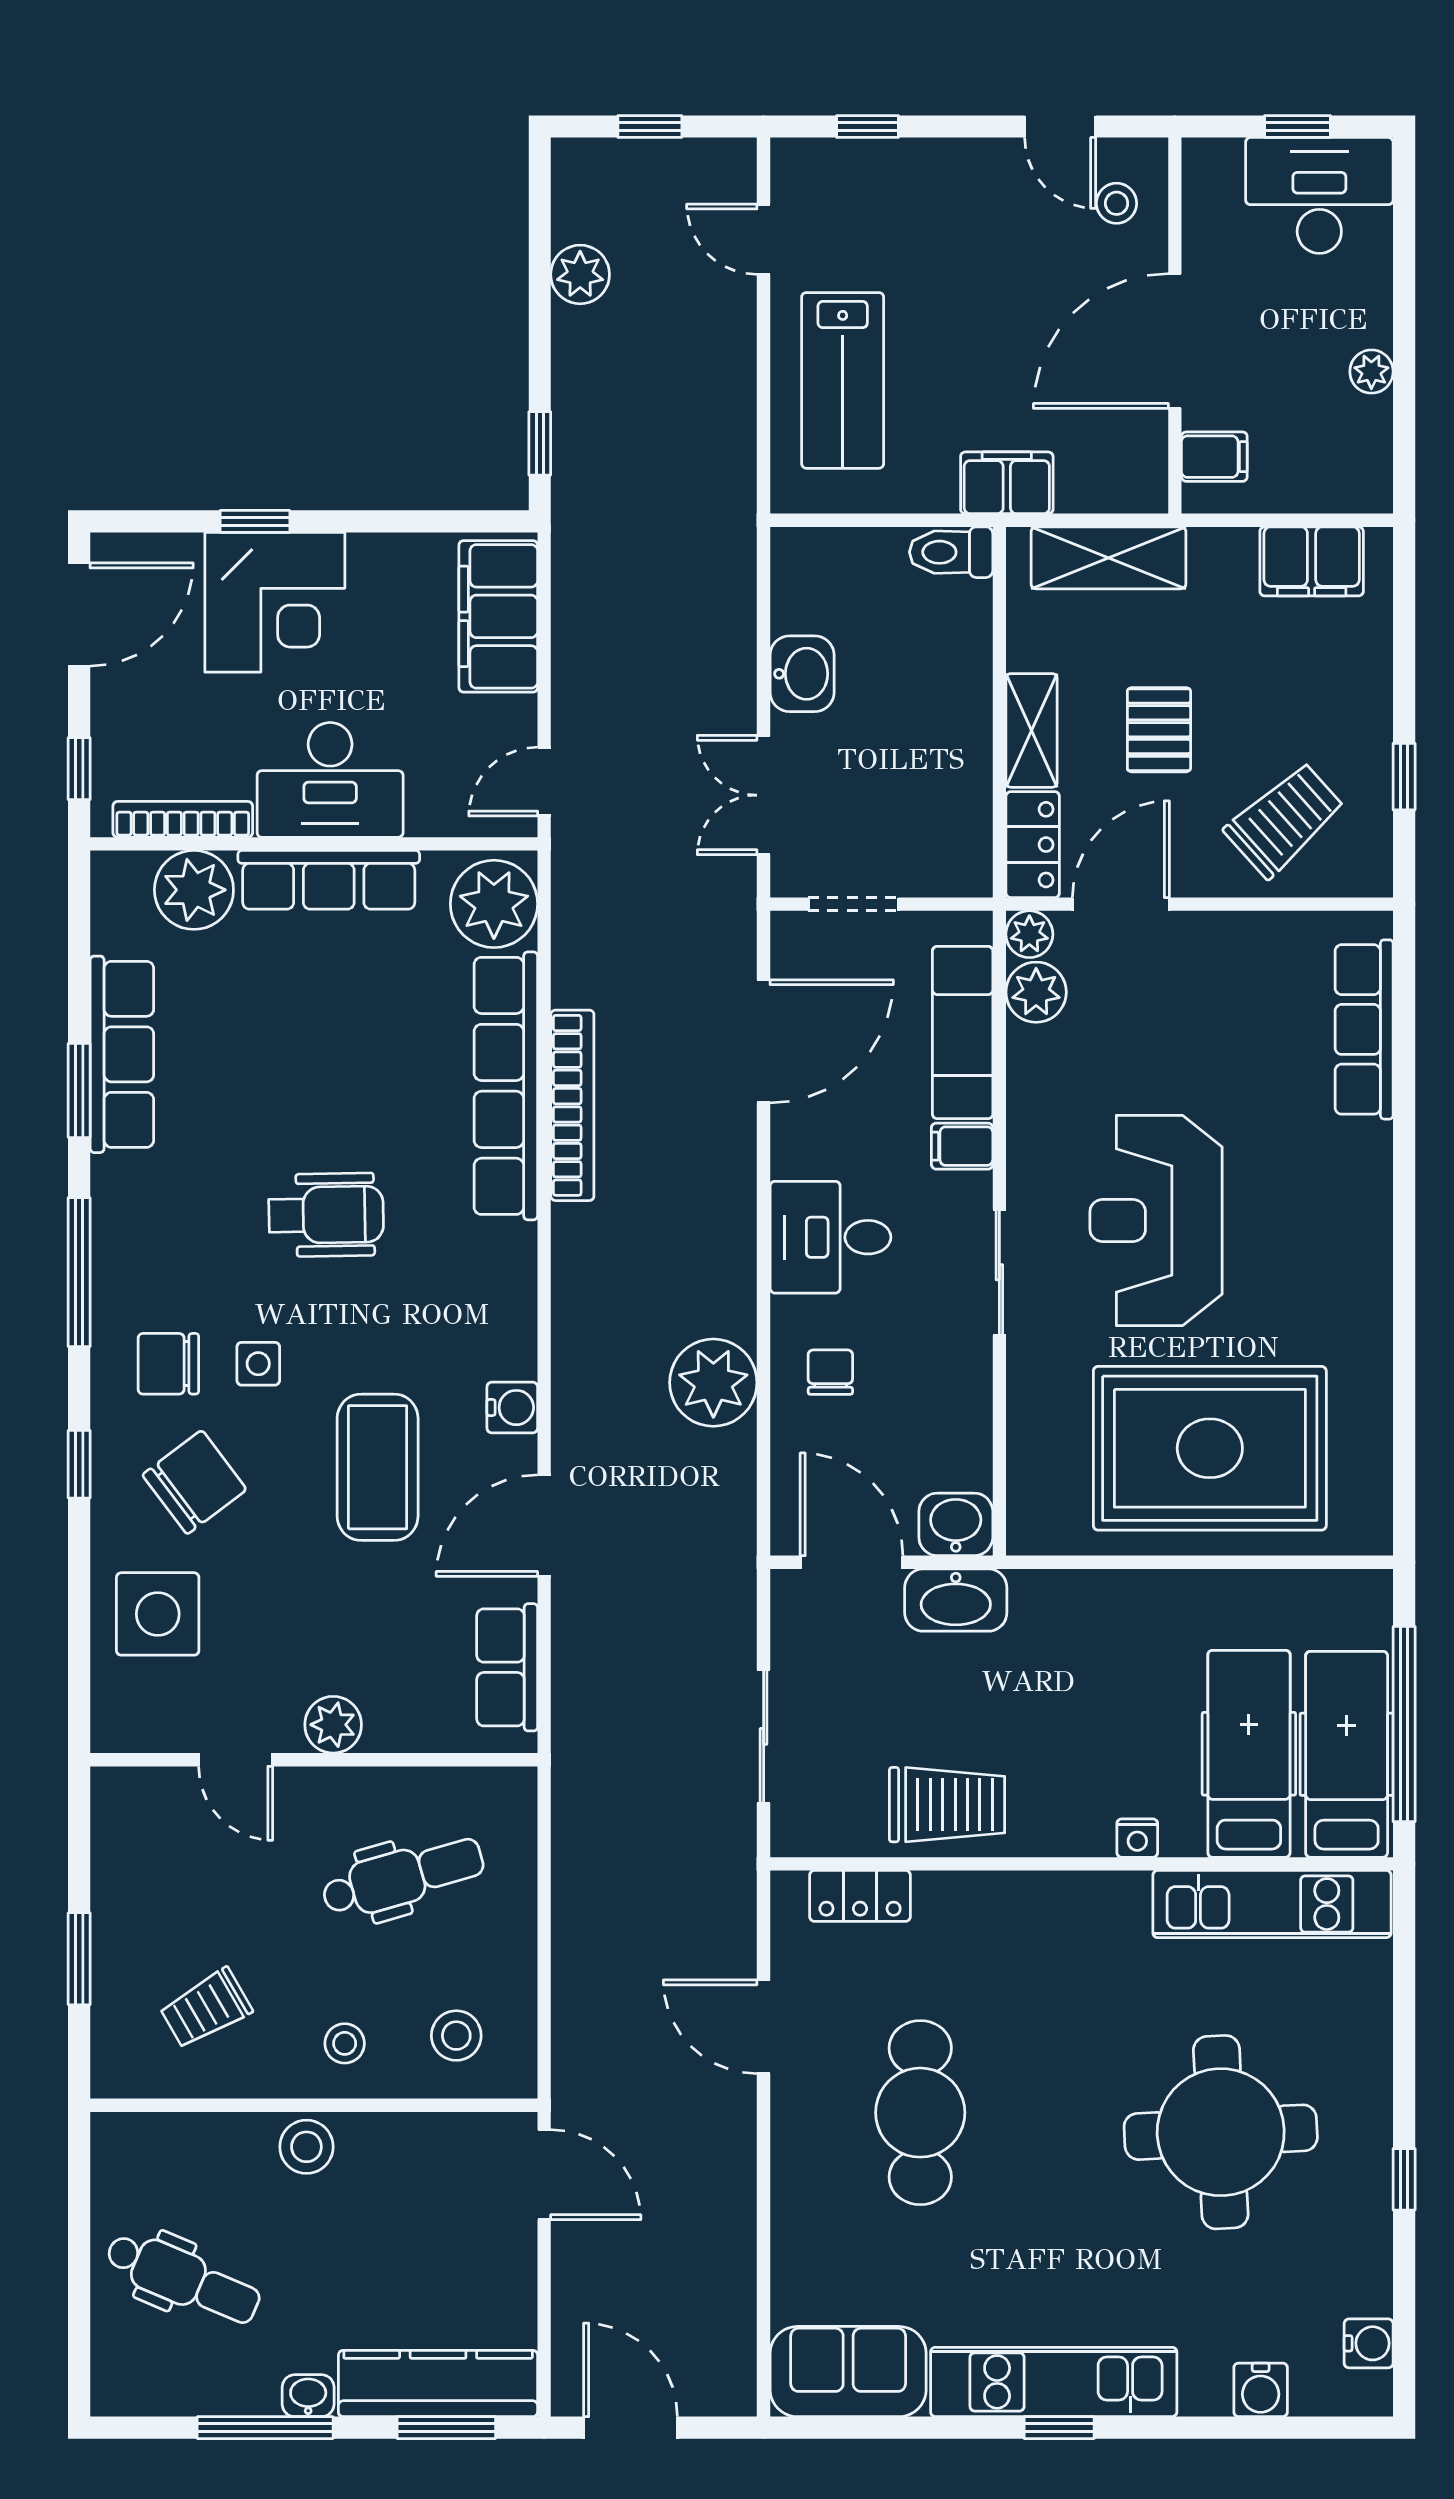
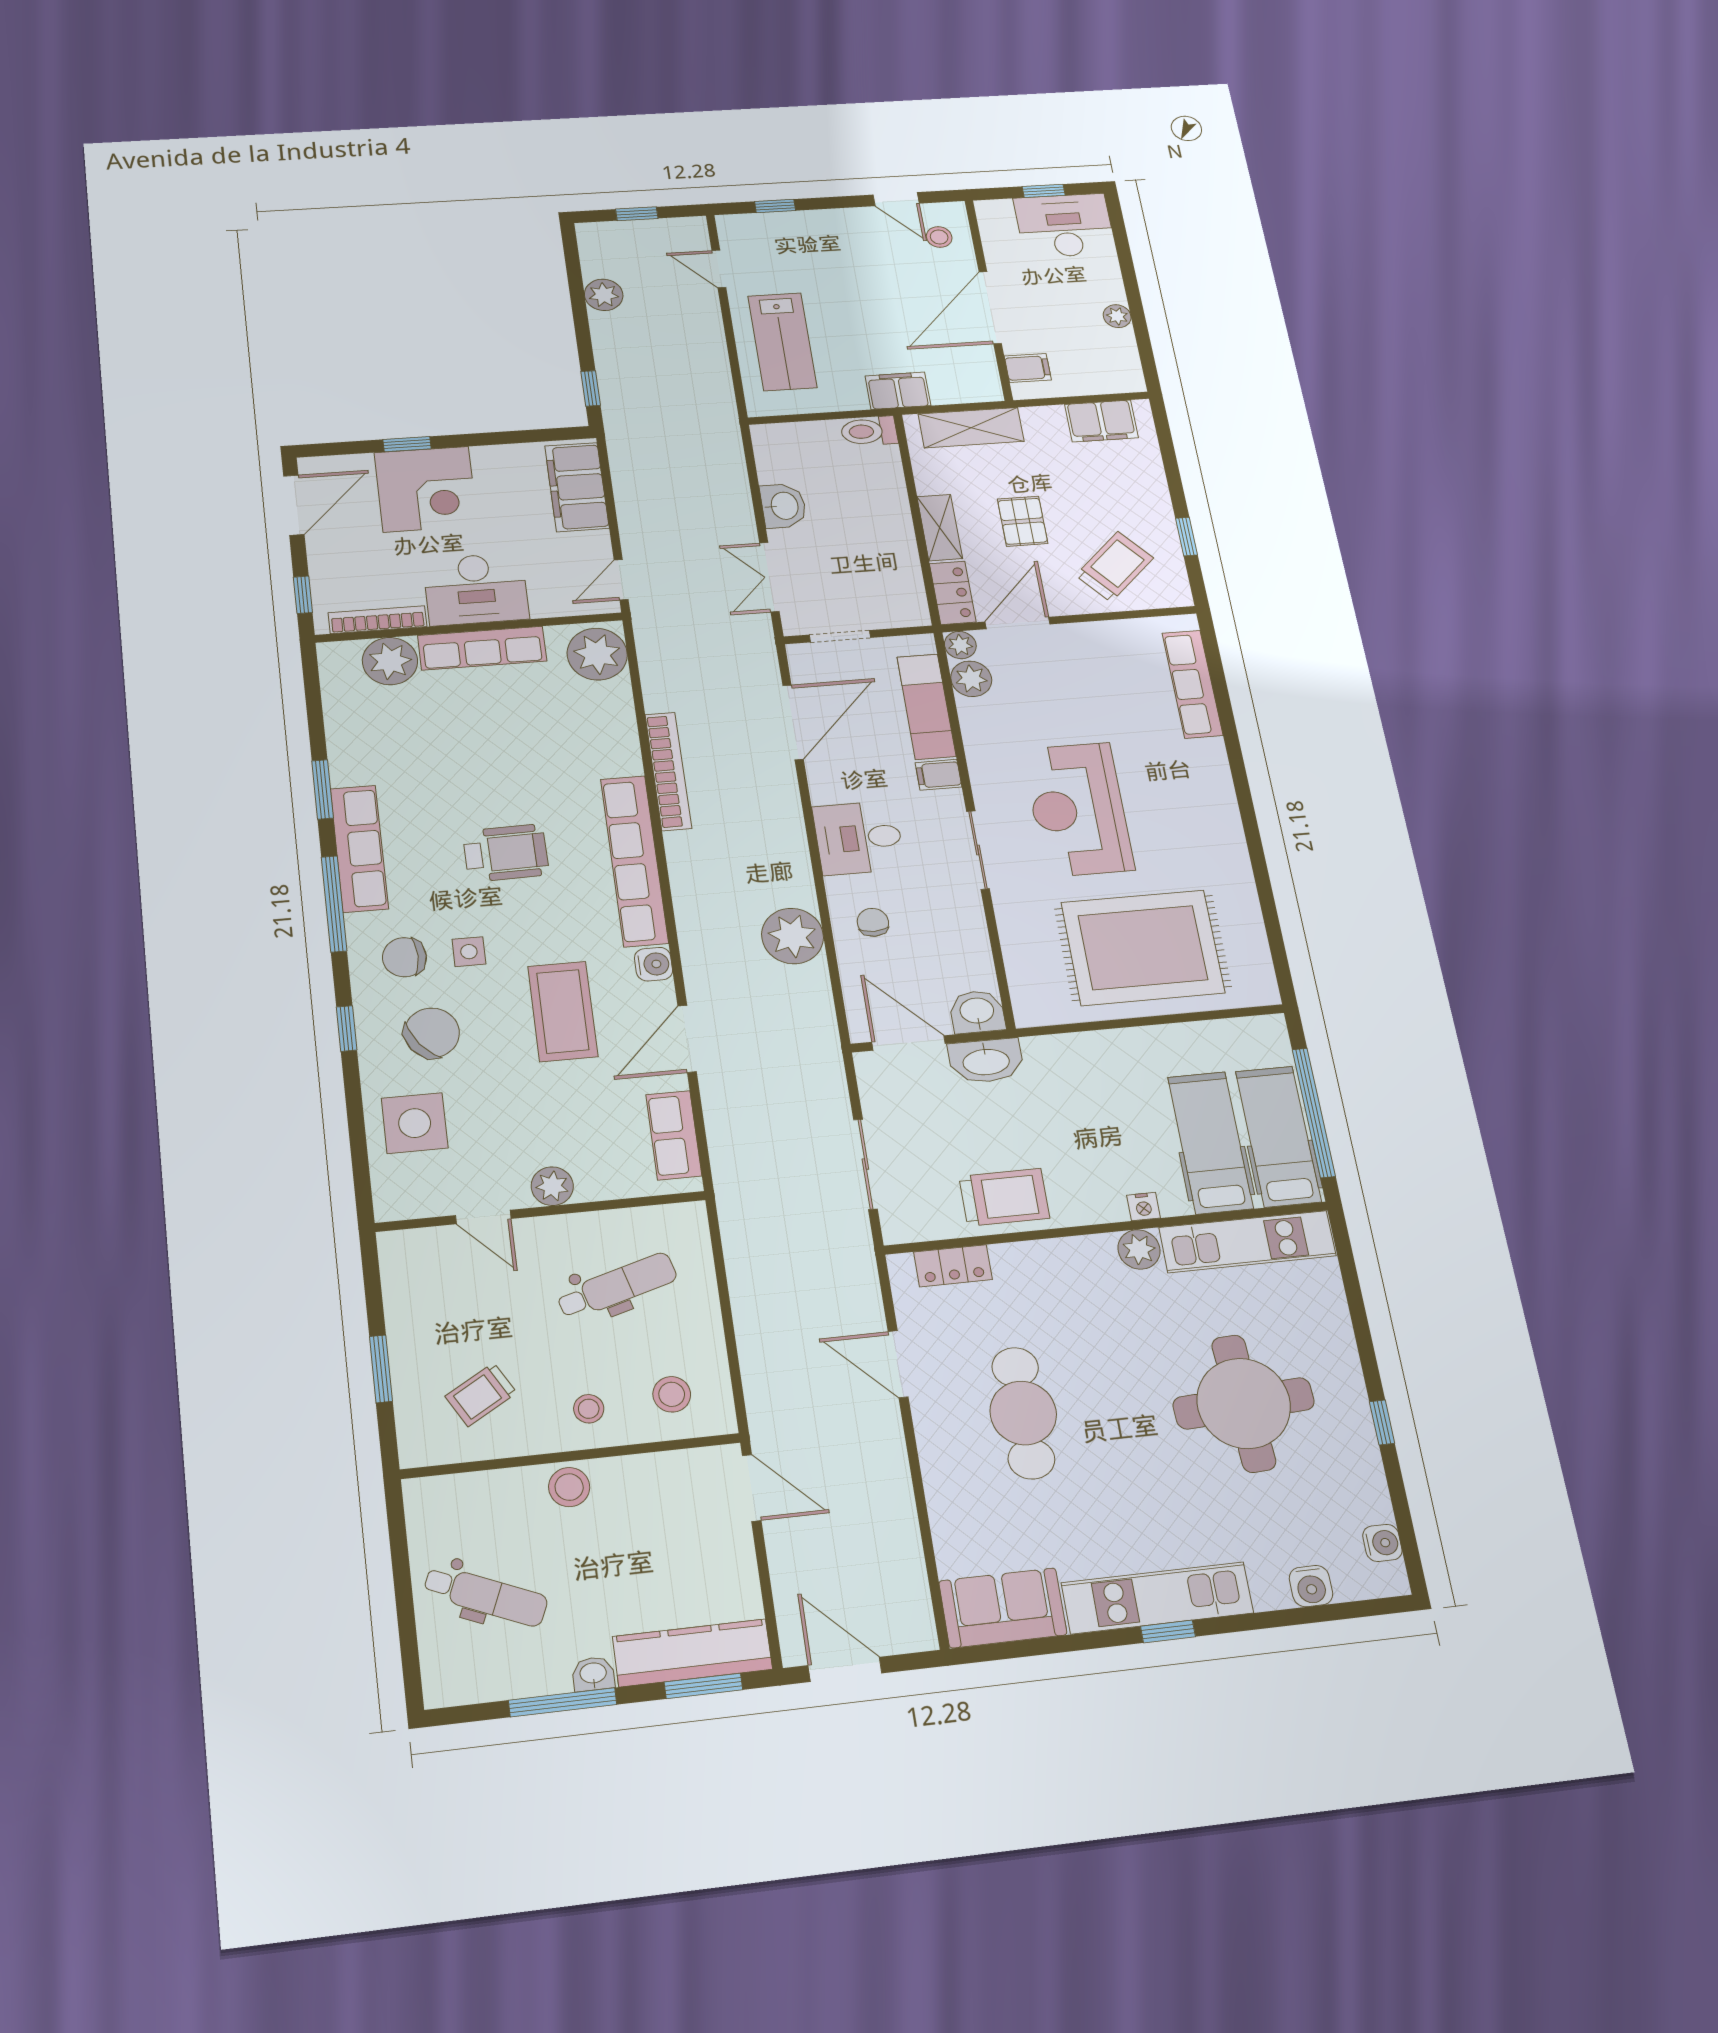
row of seats: (122, 1054) -> (359, 849), moved
row of seats: (506, 1086) -> (634, 861), moved
plant: (1119, 1899) -> (1139, 1249), added

